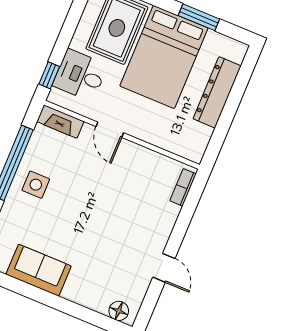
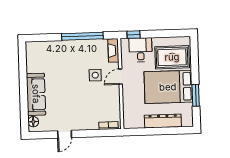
side table: (36, 185) -> (95, 75), moved
sofa: (39, 270) -> (36, 94), moved, width x1.36

